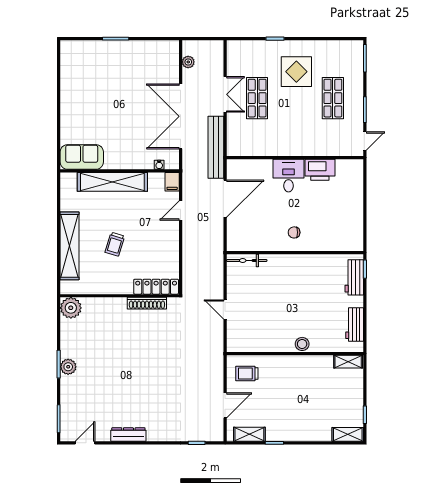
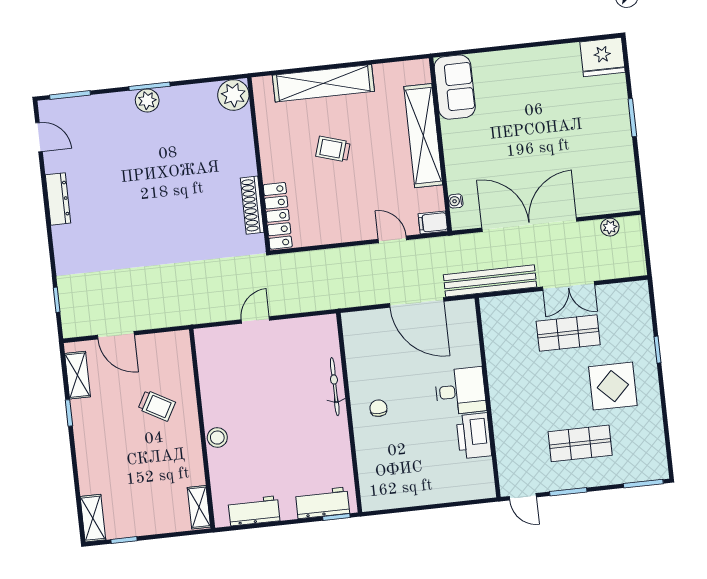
fridge: (72, 54) -> (603, 57), added
bicycle: (247, 260) -> (335, 387), moved
trolley: (247, 374) -> (157, 406), moved, turned 119

